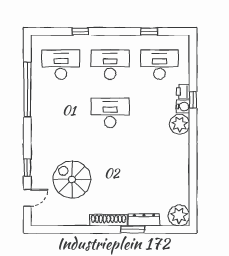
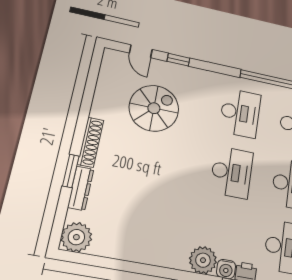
desk: (61, 113) -> (240, 113), added

